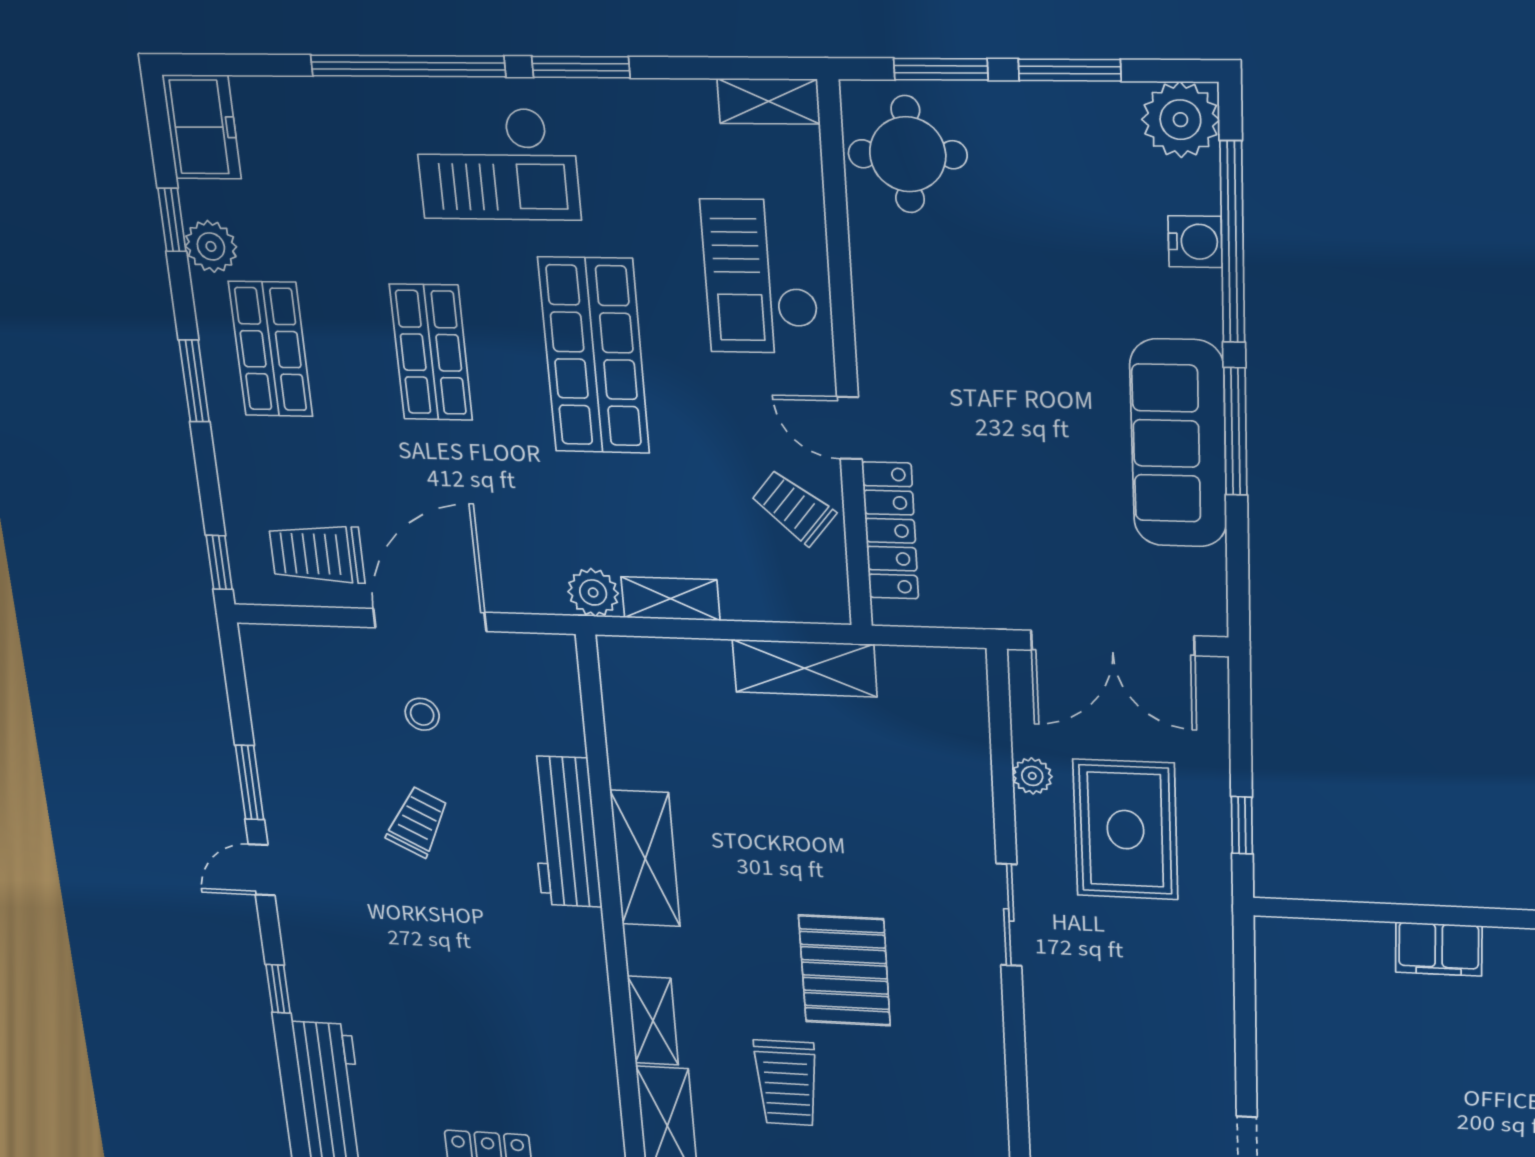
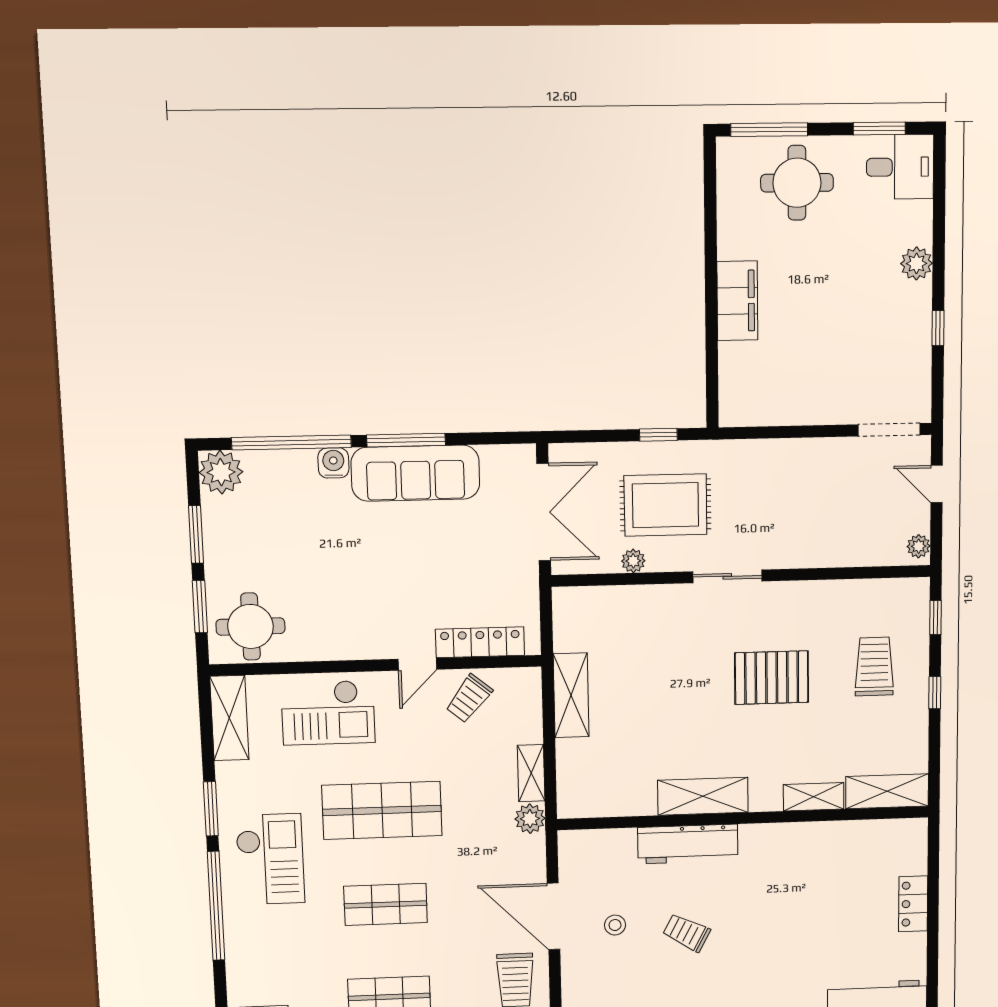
shelving: (768, 101) -> (229, 718), width x1.50, depth x1.33
water cooler: (1195, 242) -> (333, 463), moved
filing cabinet: (1439, 949) -> (737, 301), width x1.50, depth x1.17
trolley: (787, 1083) -> (874, 666), moved, turned -90

